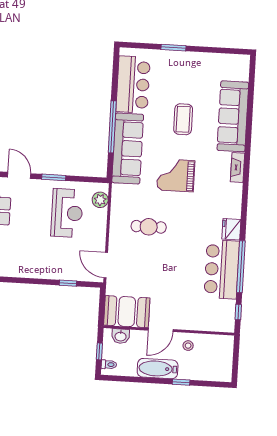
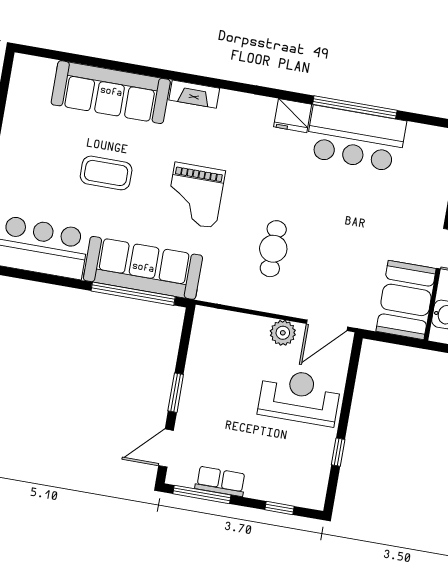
window: (112, 127) -> (133, 294), moved
plant: (100, 200) -> (283, 333), moved
reception desk: (67, 213) -> (299, 397), moved
window: (68, 283) -> (338, 452), moved
window: (238, 312) -> (428, 120), removed

